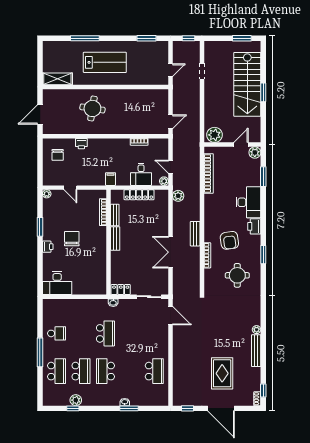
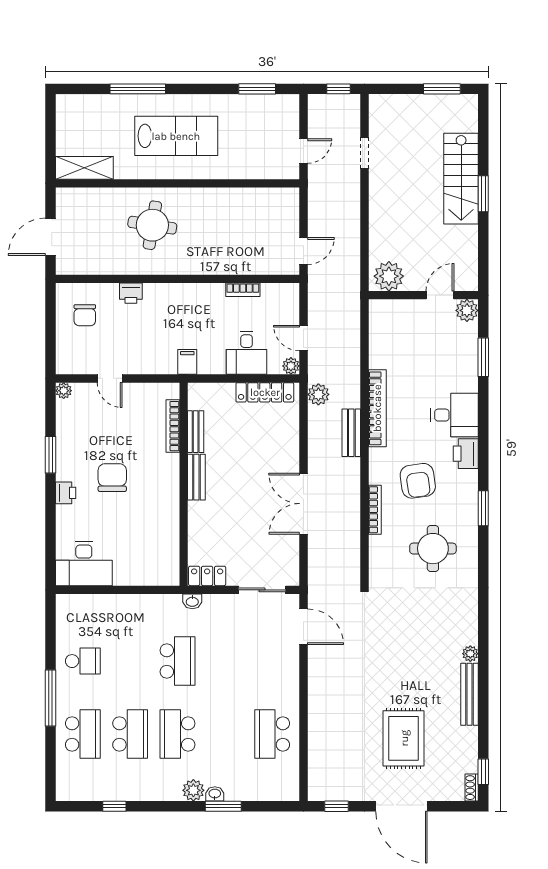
stairs: (247, 84) -> (461, 179), width x0.73, depth x0.66
bookcase: (209, 173) -> (377, 408), moved
locker: (139, 195) -> (265, 392), moved
desk: (248, 202) -> (455, 415), width x0.73
bench: (195, 234) -> (351, 433), moved
school desk: (154, 371) -> (272, 734), turned 180
plant: (76, 400) -> (193, 790), moved

